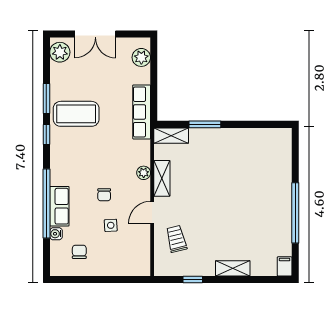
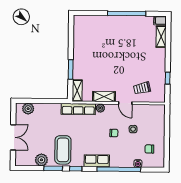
plant: (60, 52) -> (41, 160), moved
row of seats: (142, 112) -> (78, 109), moved
row of seats: (59, 206) -> (97, 161), moved
shelving: (233, 268) -> (161, 37), moved

